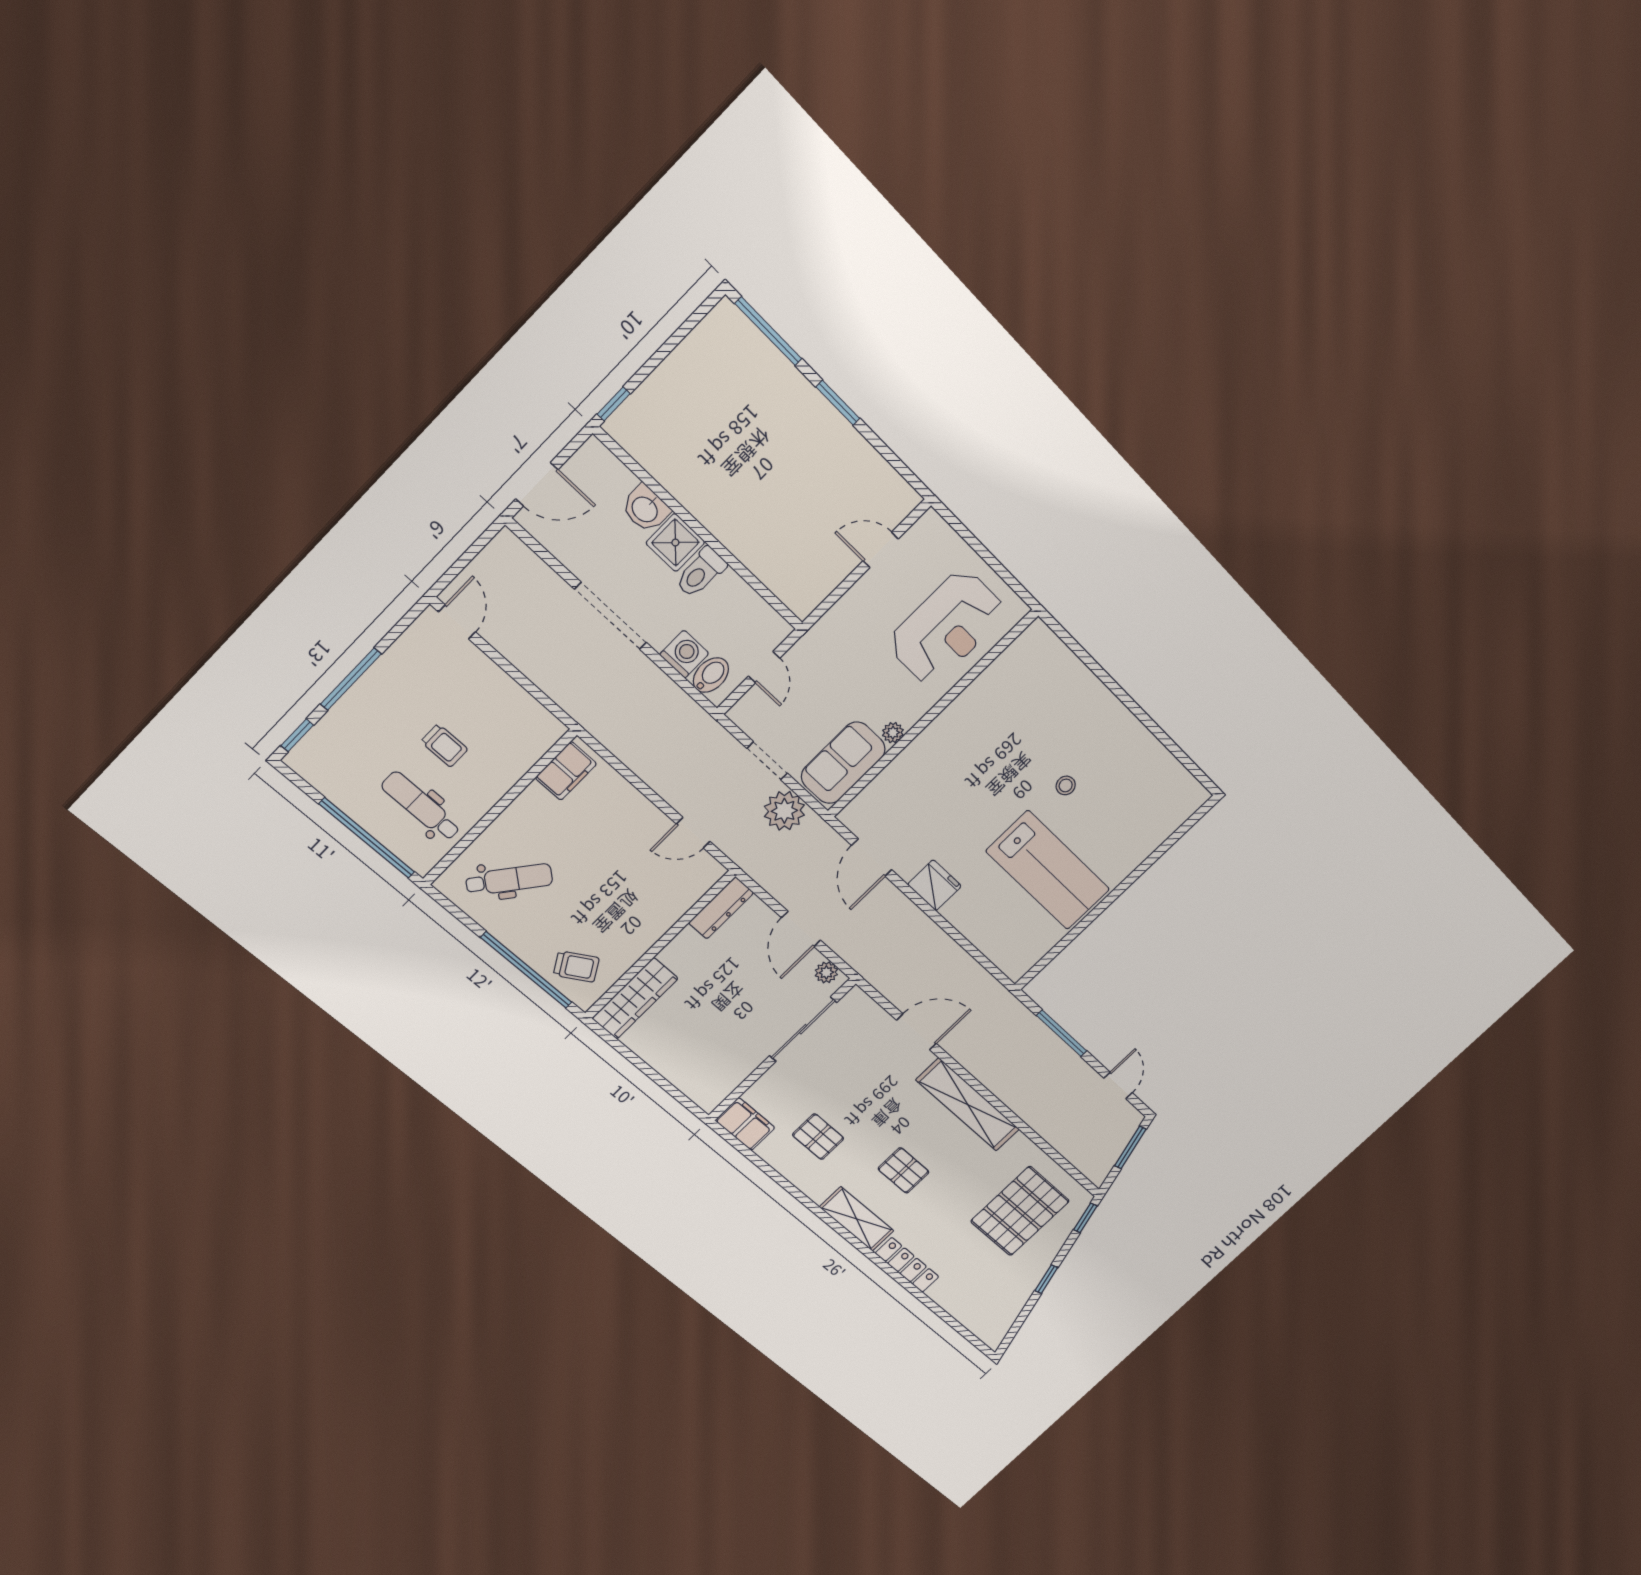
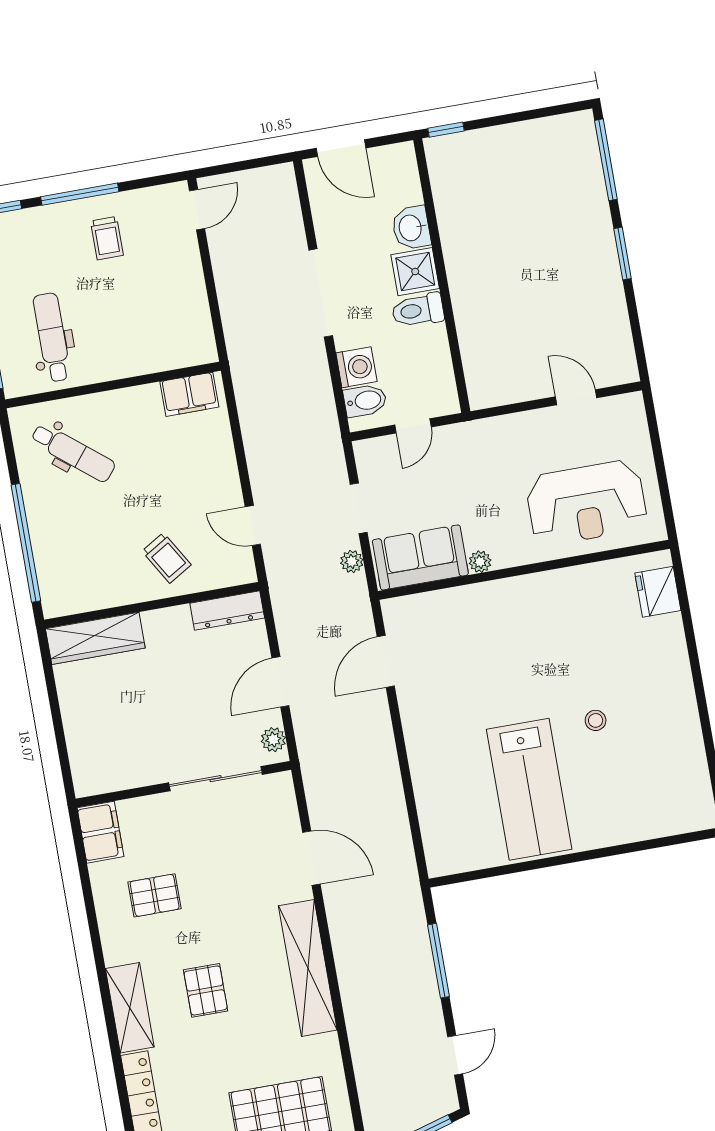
trolley: (444, 745) -> (107, 238), moved
plant: (784, 811) -> (352, 561), width x0.53, depth x0.53
fridge: (934, 885) -> (658, 592), moved, turned 180
trolley: (576, 966) -> (167, 558), moved
pallet: (818, 1137) -> (155, 895), turned 90

